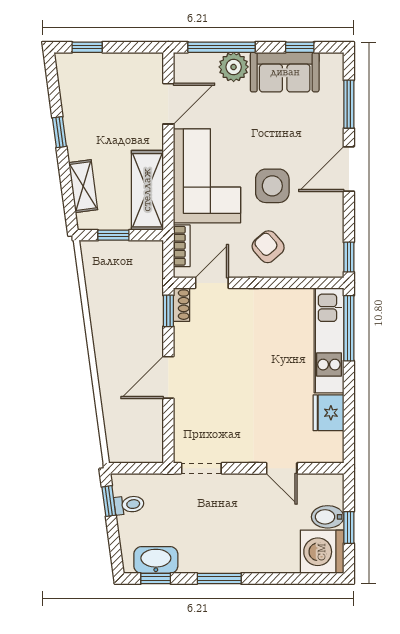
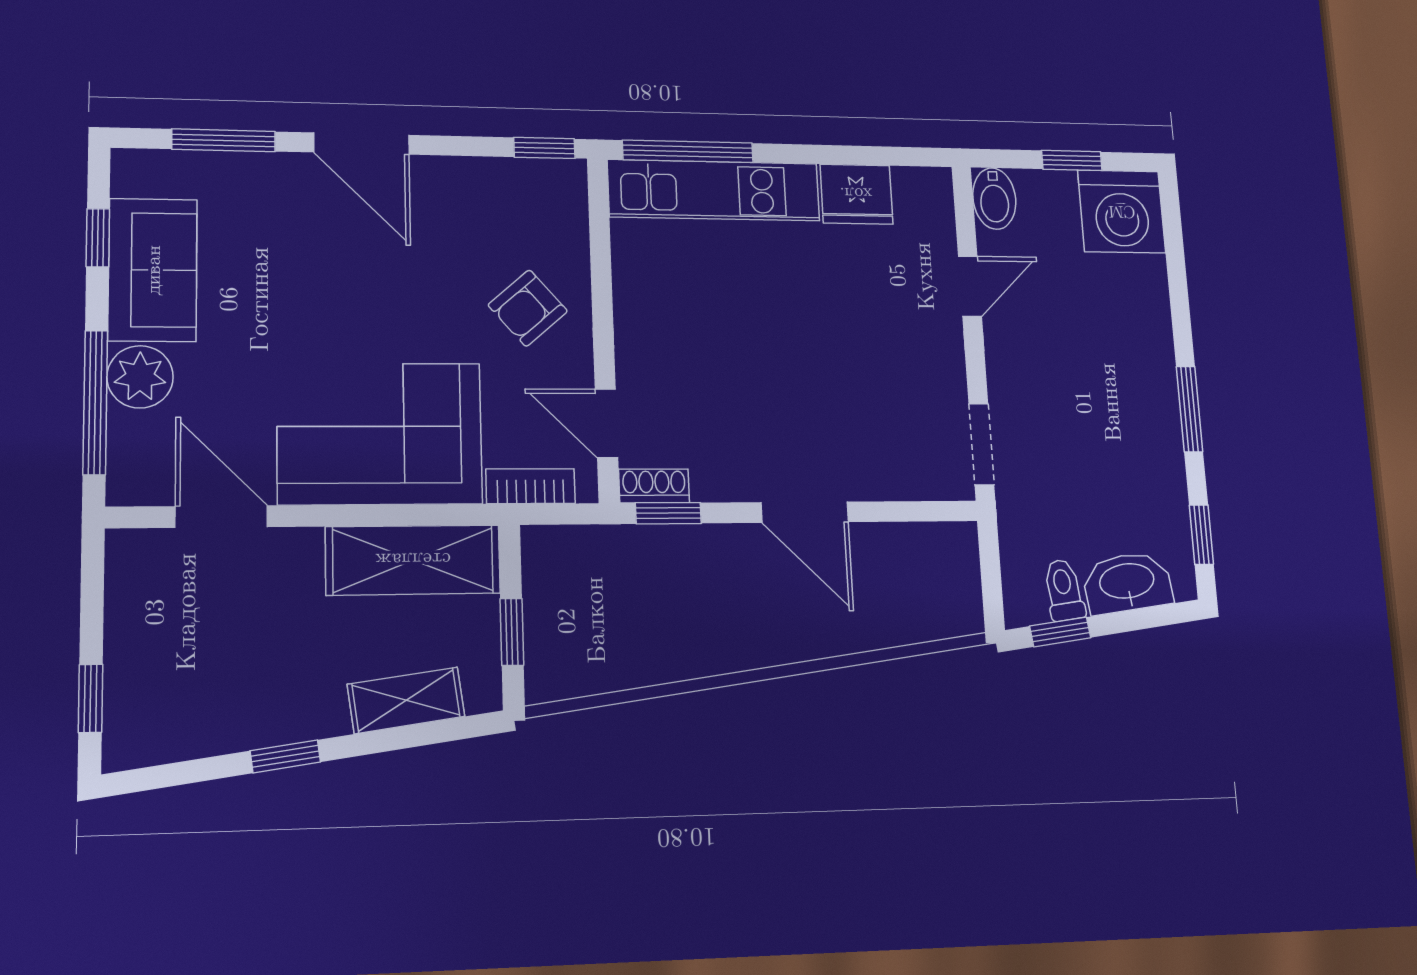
side table: (272, 186) -> (399, 298), removed
bidet: (328, 517) -> (994, 199), moved
washbasin: (156, 560) -> (1127, 583), moved, turned 82

